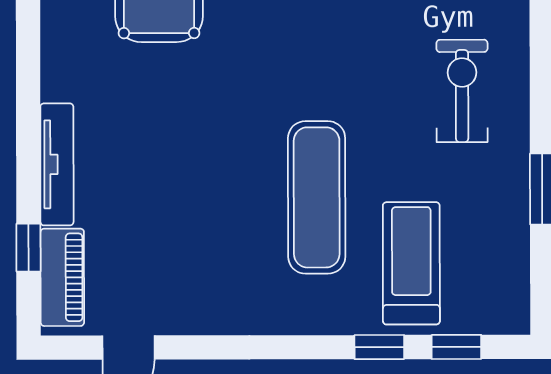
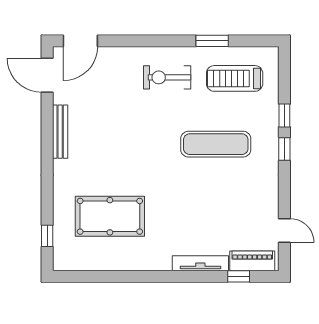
treadmill: (411, 263) -> (235, 78), moved
window: (456, 347) -> (284, 149), moved

